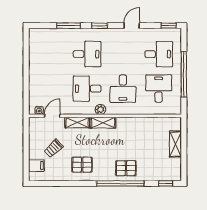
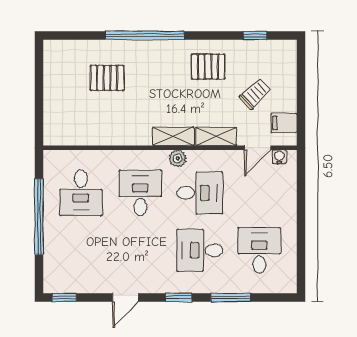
desk: (159, 54) -> (259, 250), moved, turned 90
shelving: (175, 144) -> (53, 101), removed
filing cabinet: (36, 166) -> (284, 123), moved
pallet: (126, 168) -> (107, 78), moved
window: (166, 183) -> (255, 35), moved

